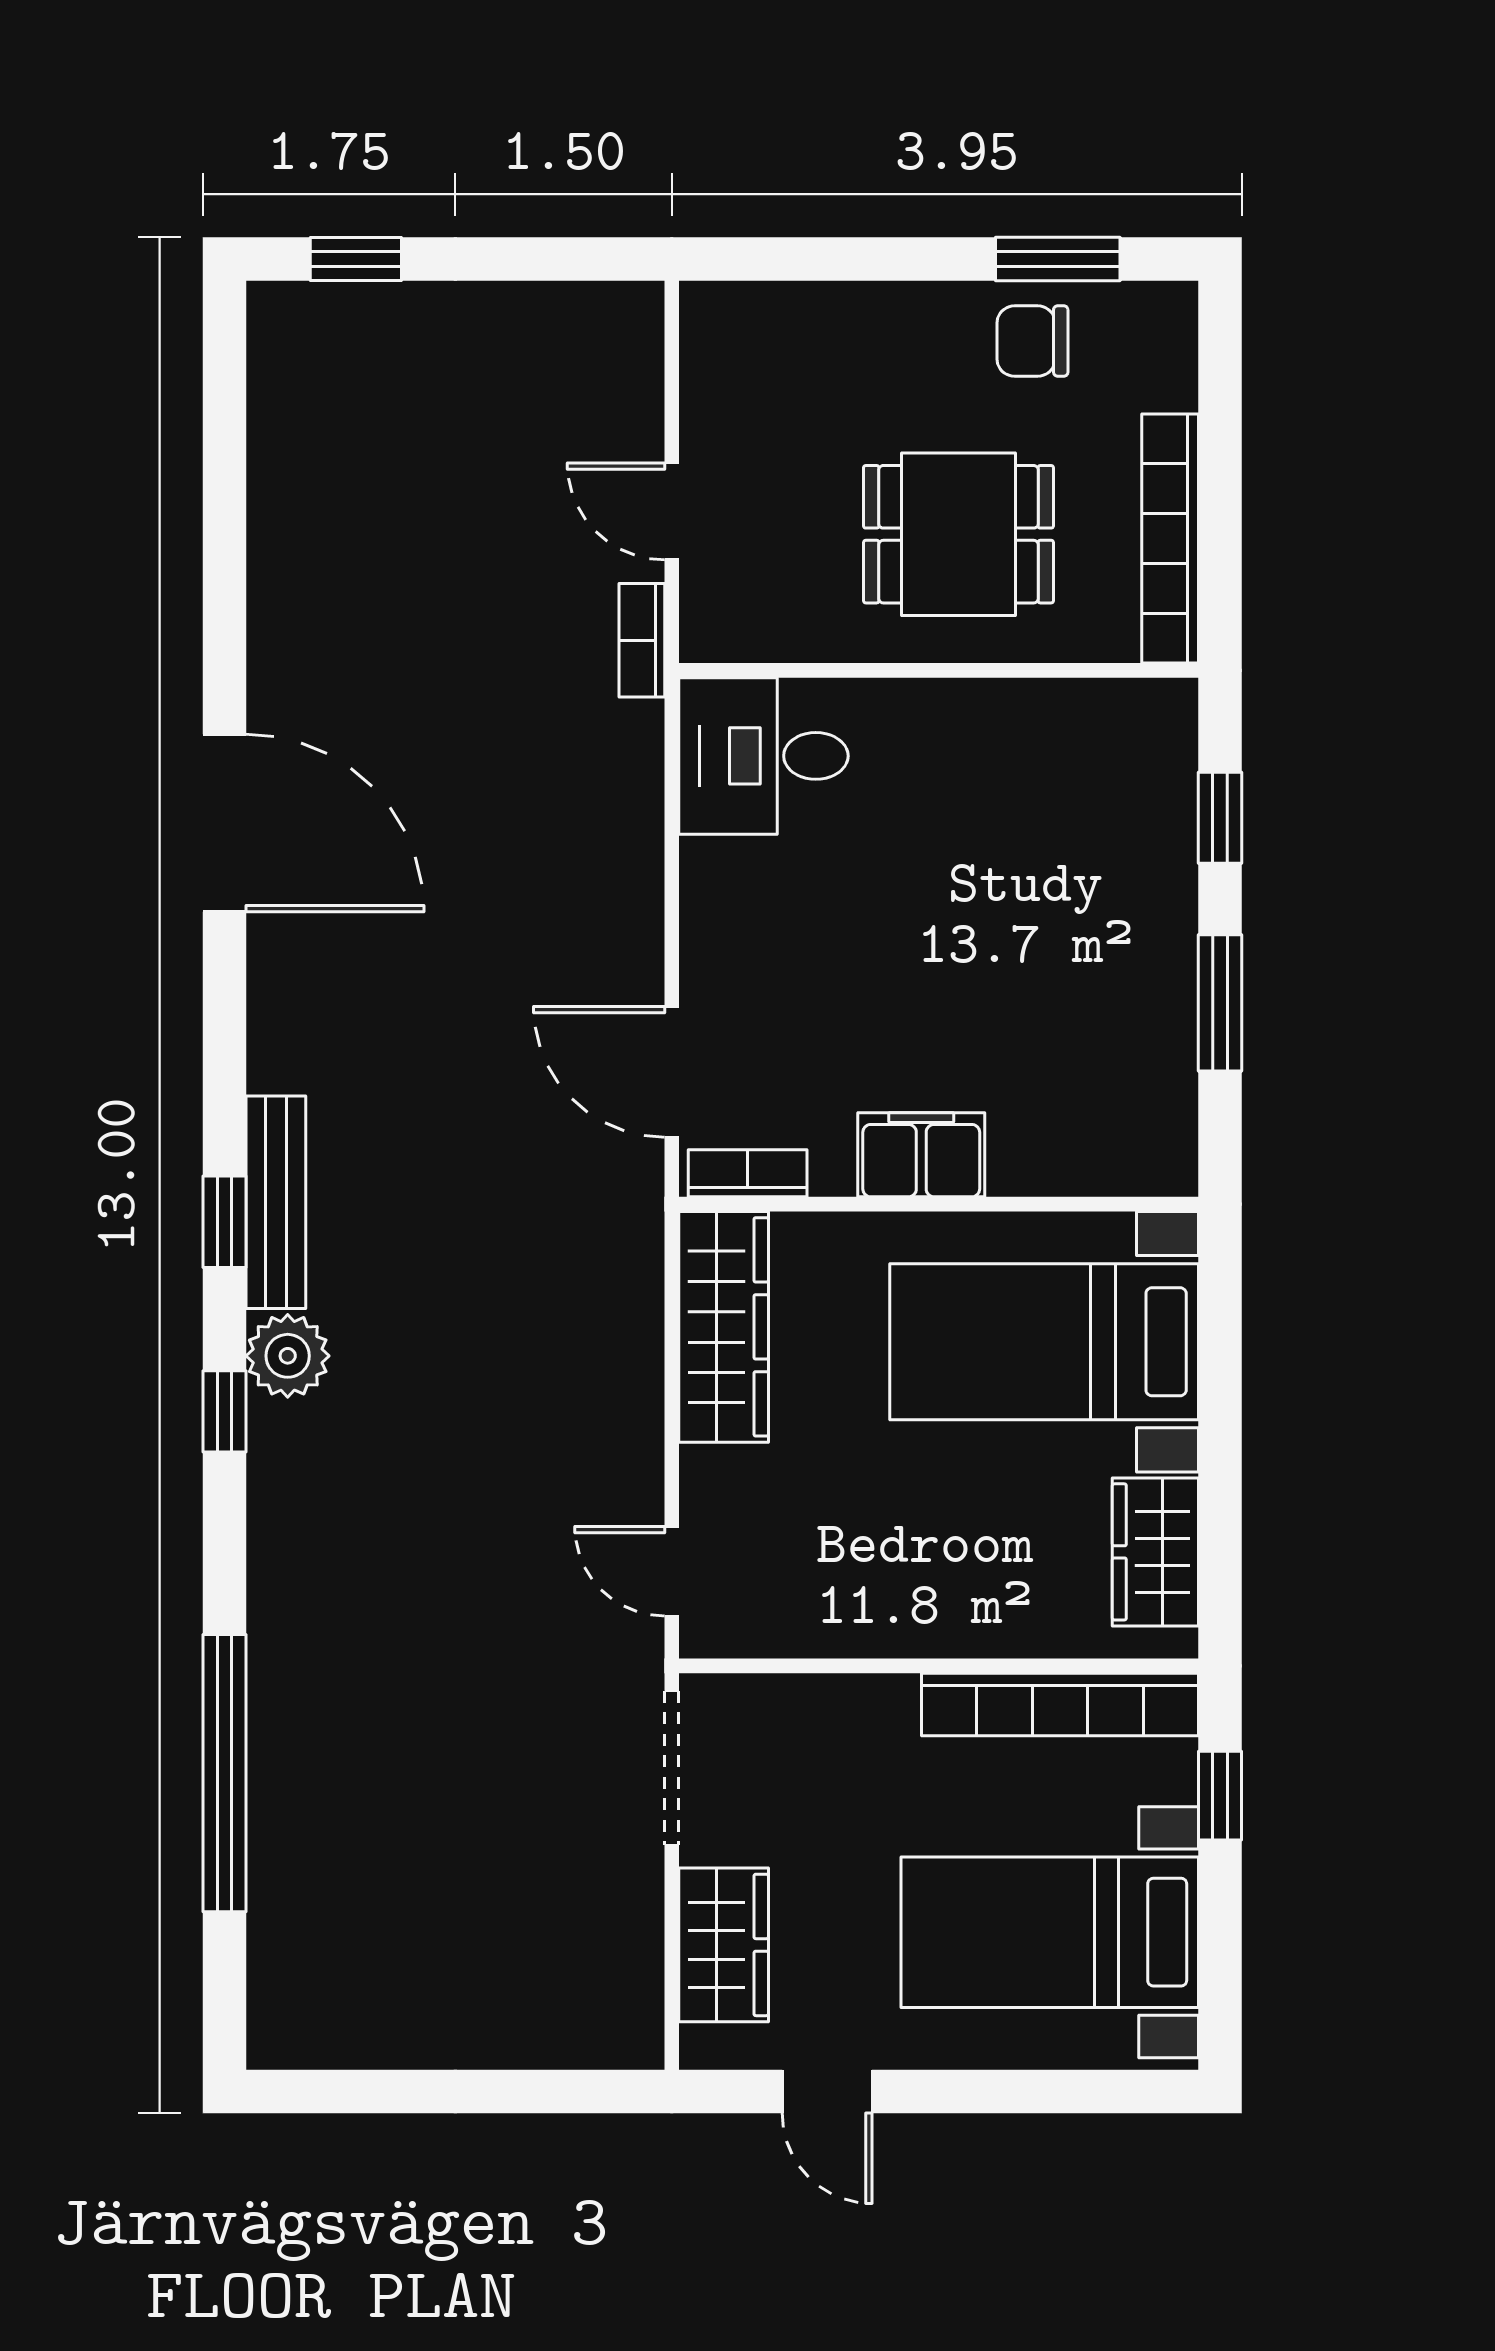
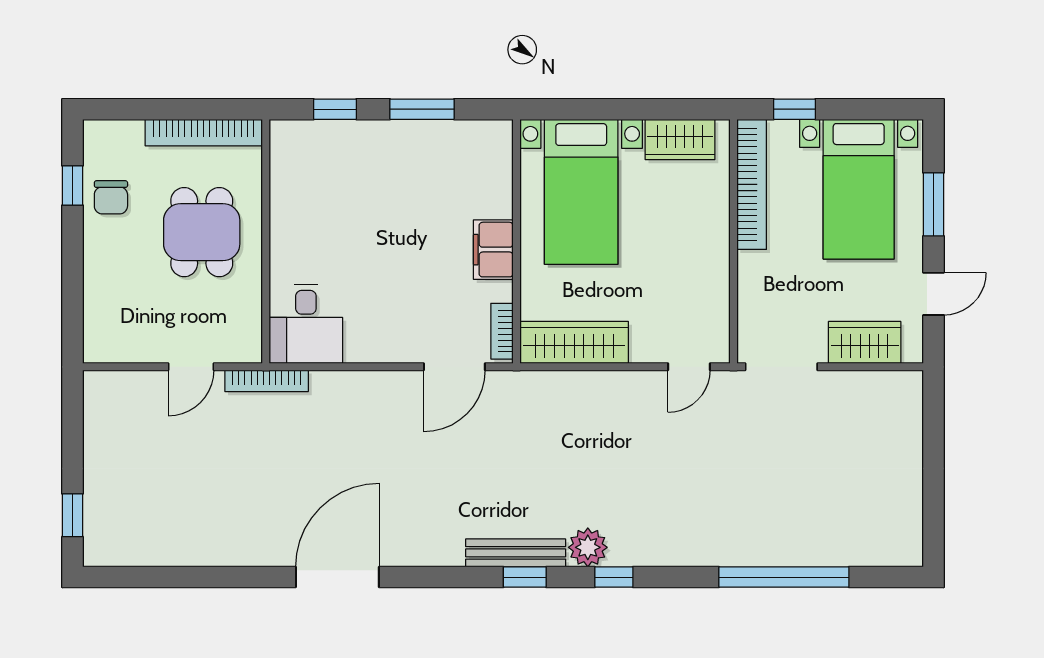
window: (1058, 259) -> (72, 185), width x0.67
bookcase: (642, 640) -> (267, 381), width x1.56
window: (1018, 2092) -> (934, 204), added

